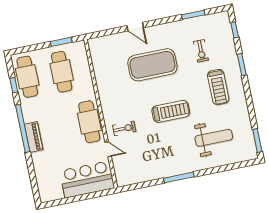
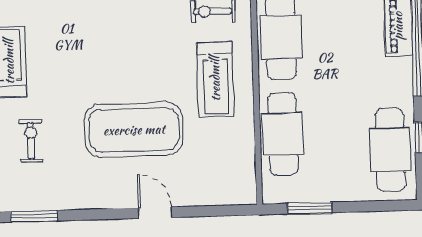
cafe table: (62, 72) -> (283, 134), moved
treadmill: (171, 111) -> (215, 79), moved, turned -90

